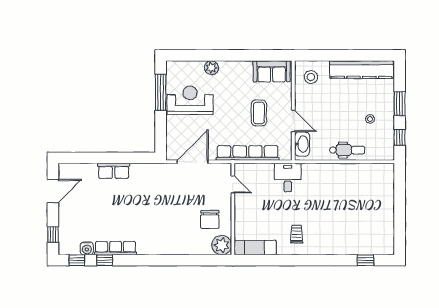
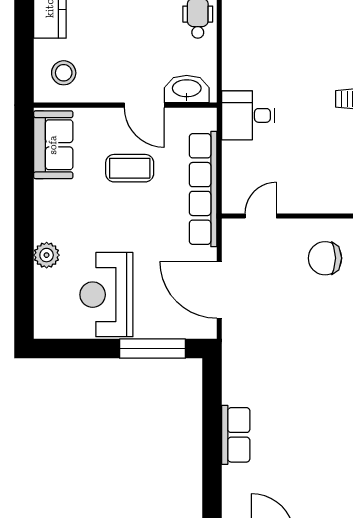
window: (161, 92) -> (153, 349), moved
door: (293, 121) -> (144, 105), swing flipped
chair: (210, 219) -> (325, 258), turned 180

